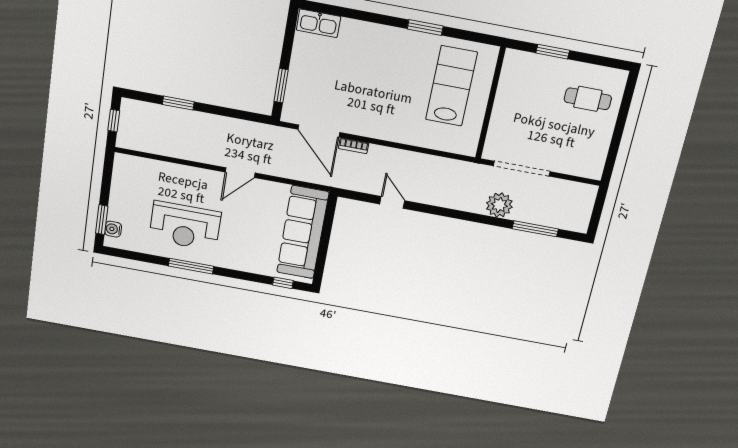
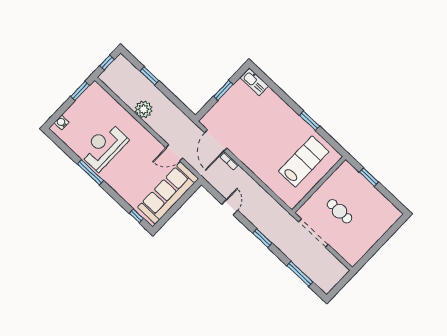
window: (281, 86) -> (223, 90), moved
cafe table: (588, 99) -> (340, 211), moved
door: (240, 173) -> (174, 153), moved
plant: (499, 205) -> (144, 109), moved
window: (459, 215) -> (262, 238), added
window: (102, 220) -> (80, 91), moved
reception desk: (185, 226) -> (104, 147), turned 90

